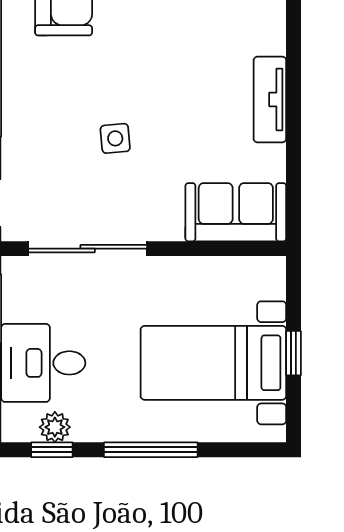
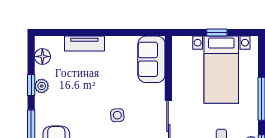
tv unit: (270, 99) -> (84, 44), moved

